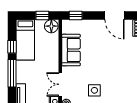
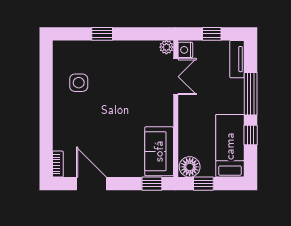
sofa: (71, 50) -> (159, 151), moved
side table: (94, 90) -> (79, 83), moved

